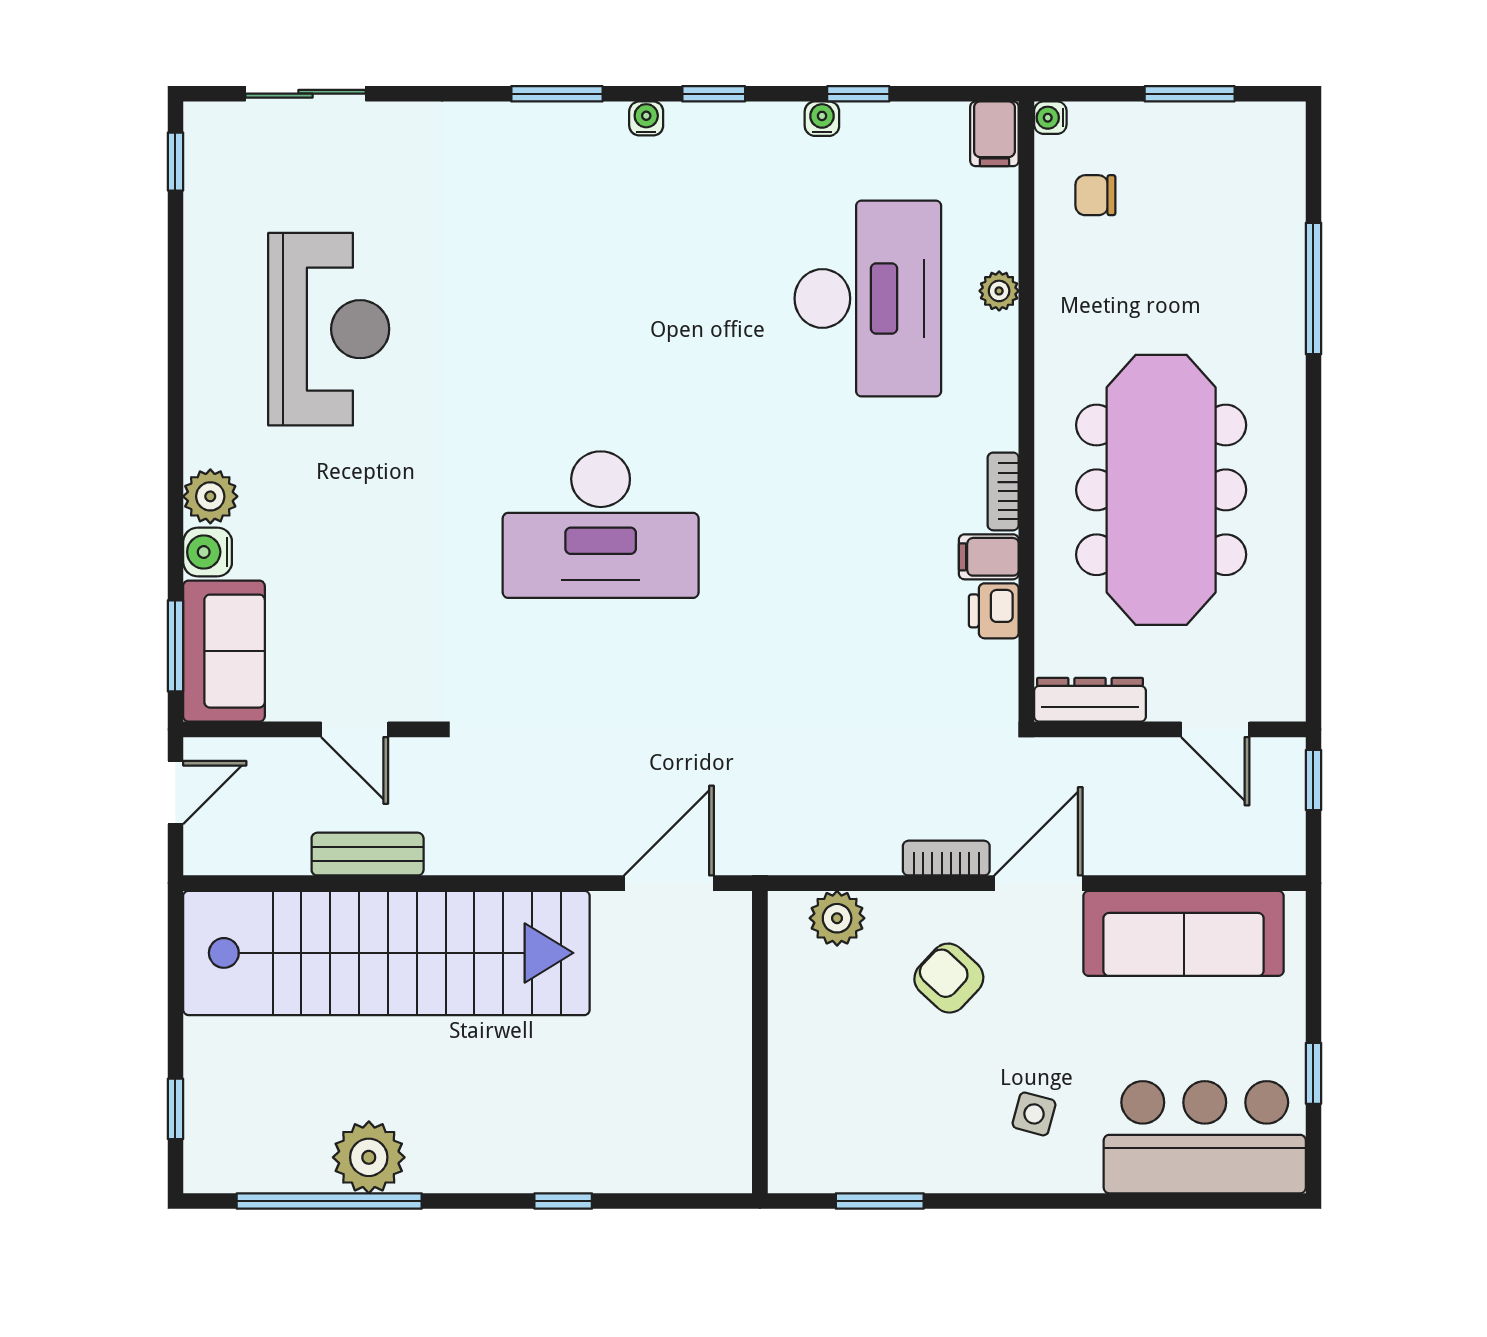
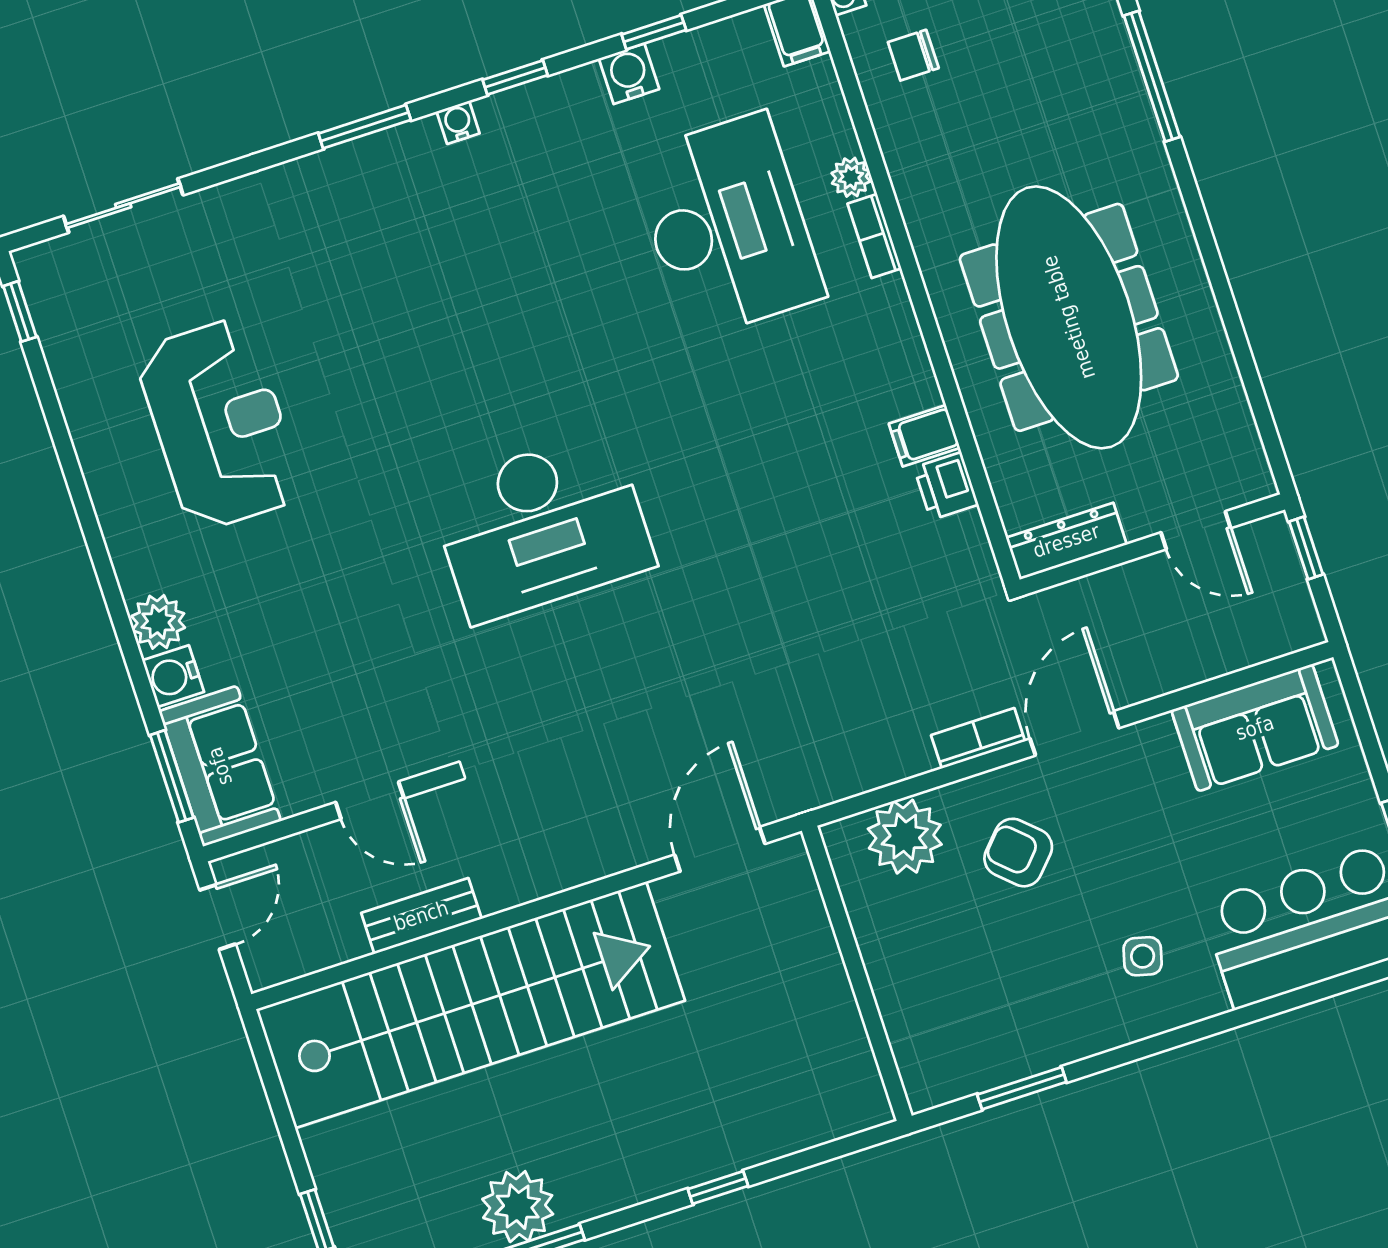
water cooler: (822, 119) -> (629, 74), width x1.38, depth x1.38
bookcase: (1003, 491) -> (874, 236), moved
plant: (837, 918) -> (905, 837), width x1.36, depth x1.36
sofa: (1184, 933) -> (1255, 728), width x0.73

